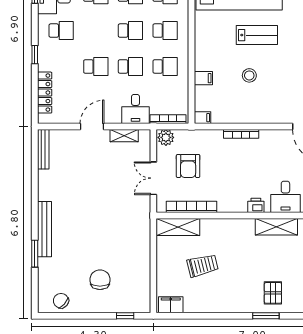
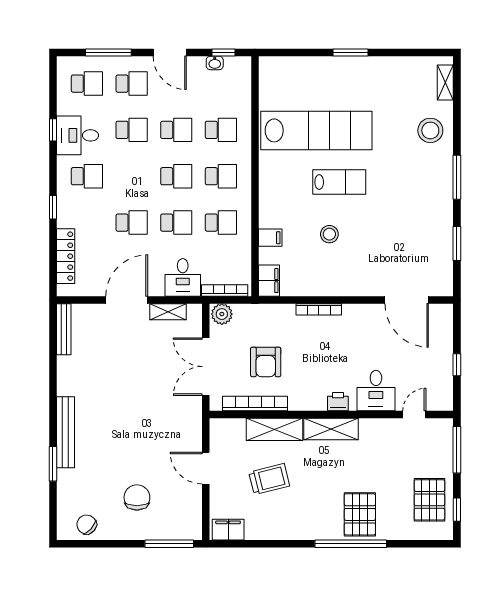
filing cabinet: (202, 118) -> (269, 281), width x2.00
door: (92, 127) -> (127, 300), width x1.36
armchair: (188, 166) -> (266, 362), moved
double door: (153, 178) -> (206, 367), width x1.37
shelving: (178, 227) -> (275, 429), moved
shelving: (276, 227) -> (331, 429), moved
door: (153, 257) -> (206, 468), added
pallet: (273, 293) -> (360, 514), width x1.50, depth x1.42
window: (125, 316) -> (169, 544), width x2.17
window: (266, 316) -> (351, 544), width x2.11

